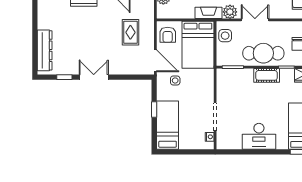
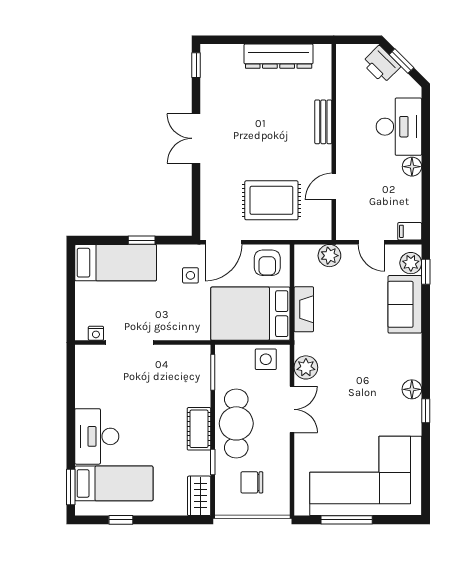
fireplace: (209, 13) -> (304, 309), moved
rug: (130, 32) -> (271, 200), width x1.36, depth x1.43
armchair: (168, 35) -> (267, 263), turned -90
dresser: (45, 50) -> (279, 56), moved
window: (64, 77) -> (196, 65), moved
double door: (94, 77) -> (196, 138), swing flipped
desk: (259, 136) -> (97, 436), moved

